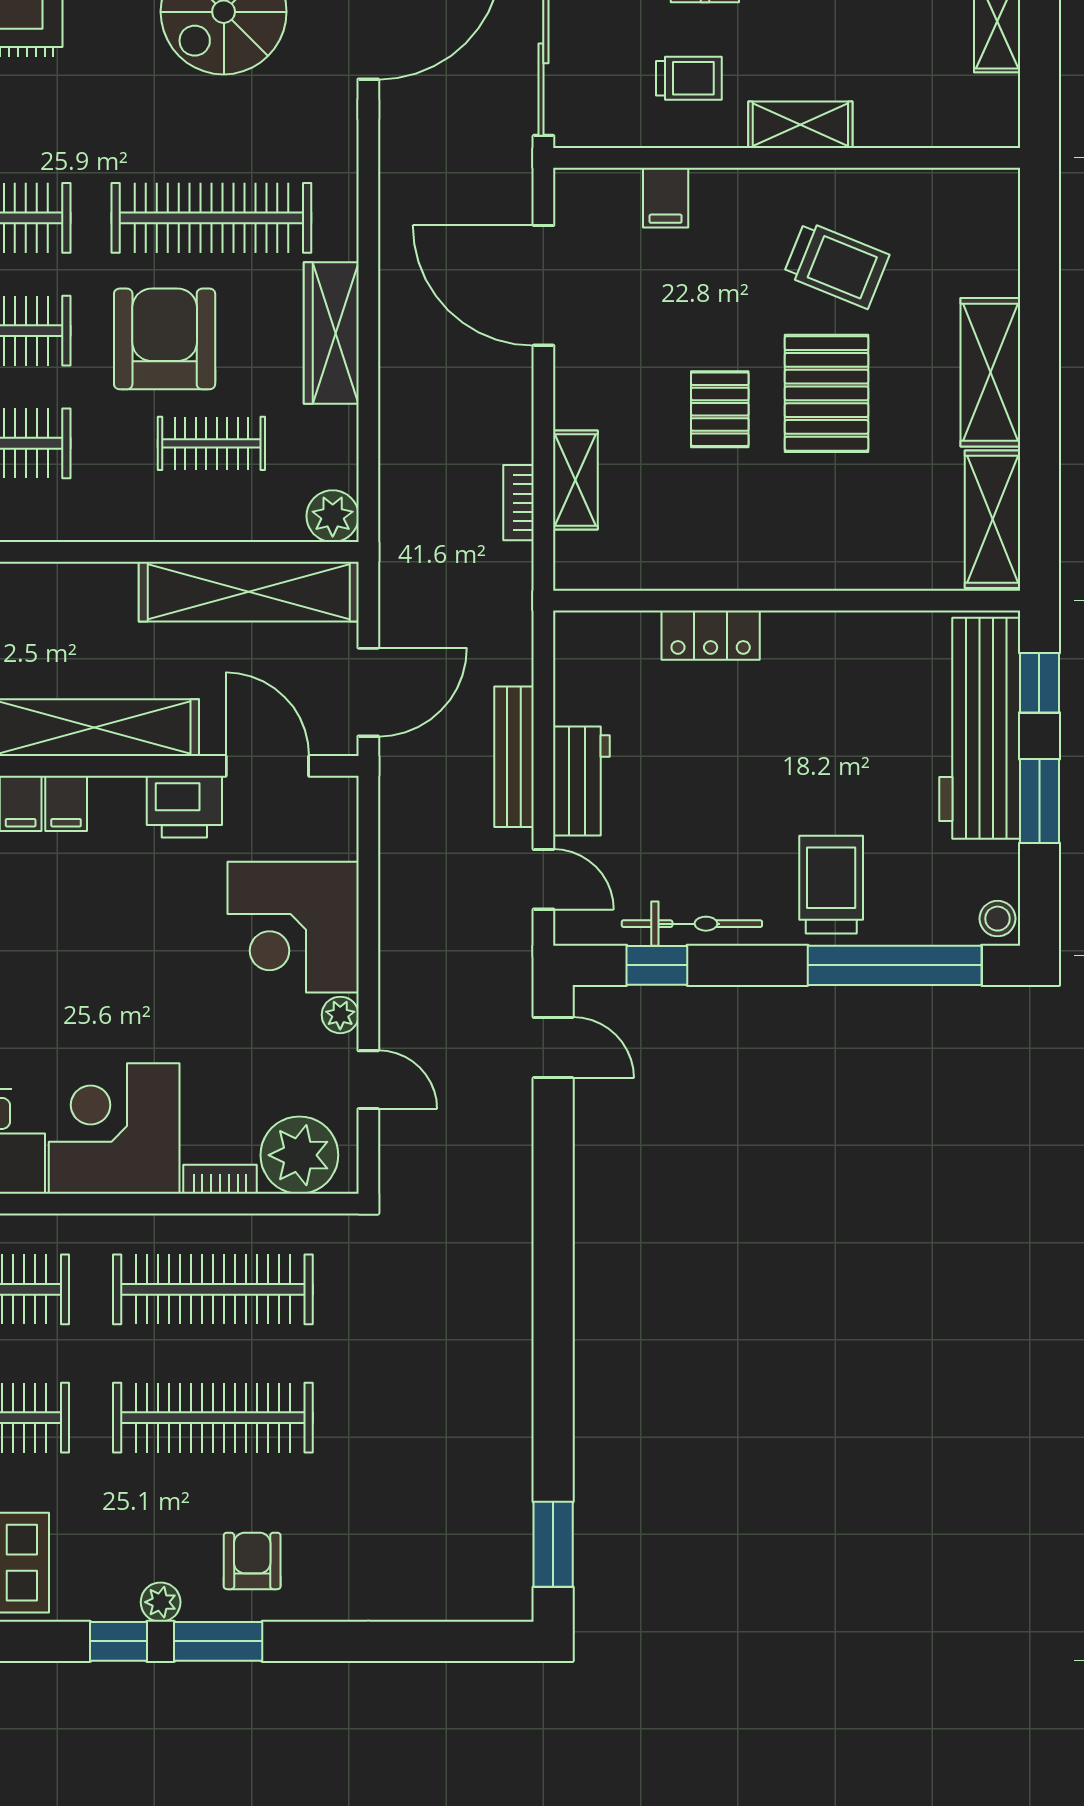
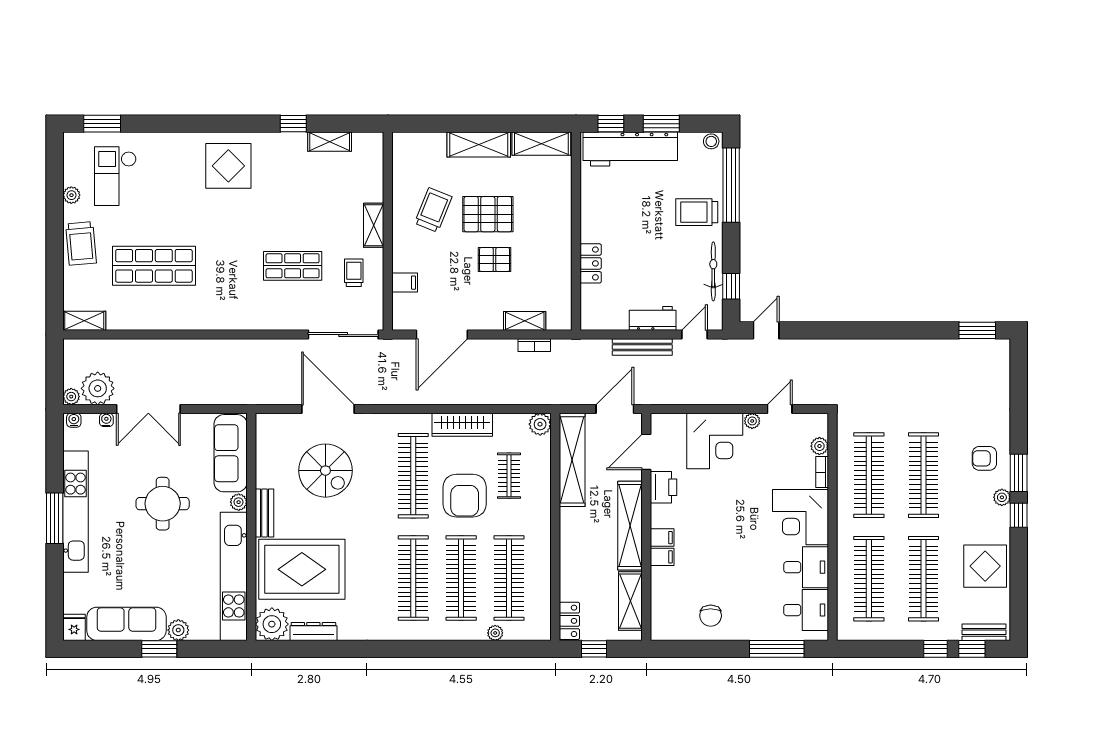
armchair: (165, 339) -> (465, 496), turned -90
door: (368, 692) -> (615, 409), hinge flipped
plant: (299, 1155) -> (819, 446), width x0.53, depth x0.53

